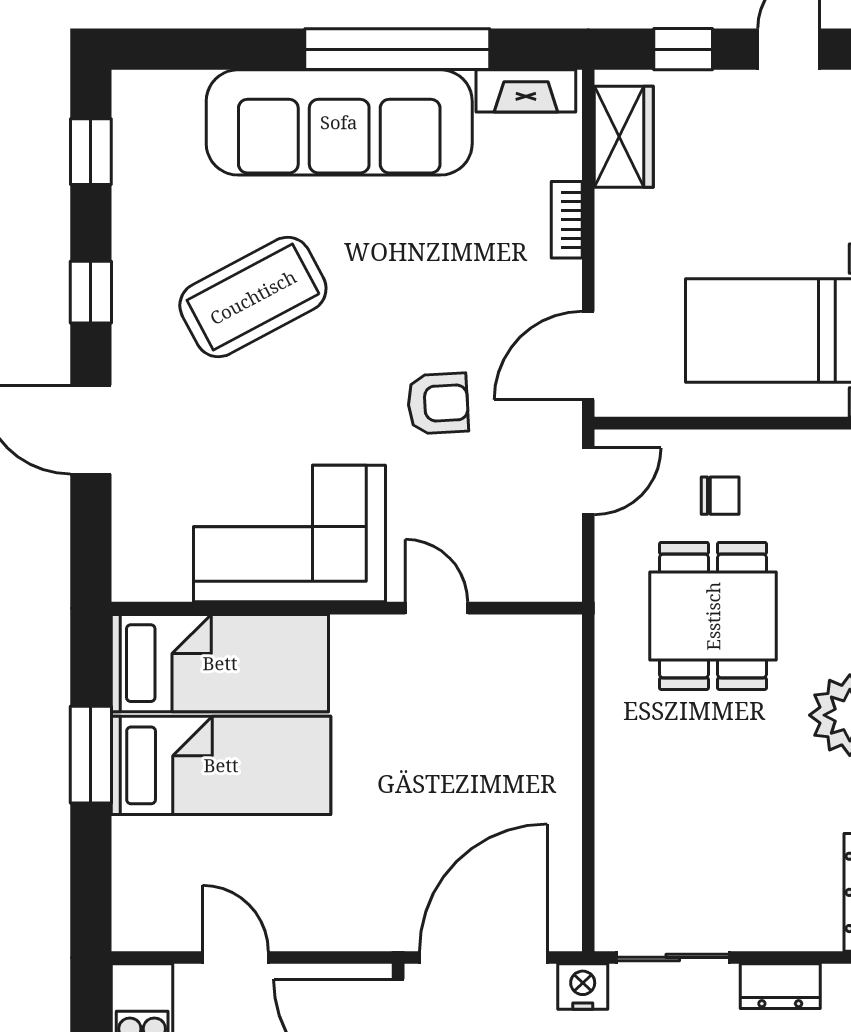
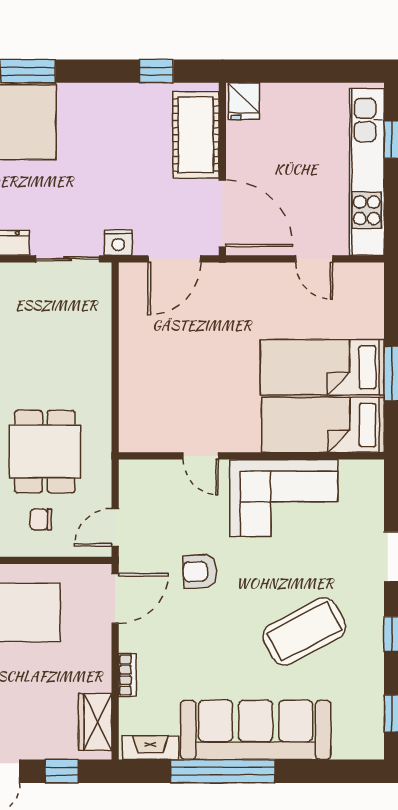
door: (483, 957) -> (174, 259), width x0.73

